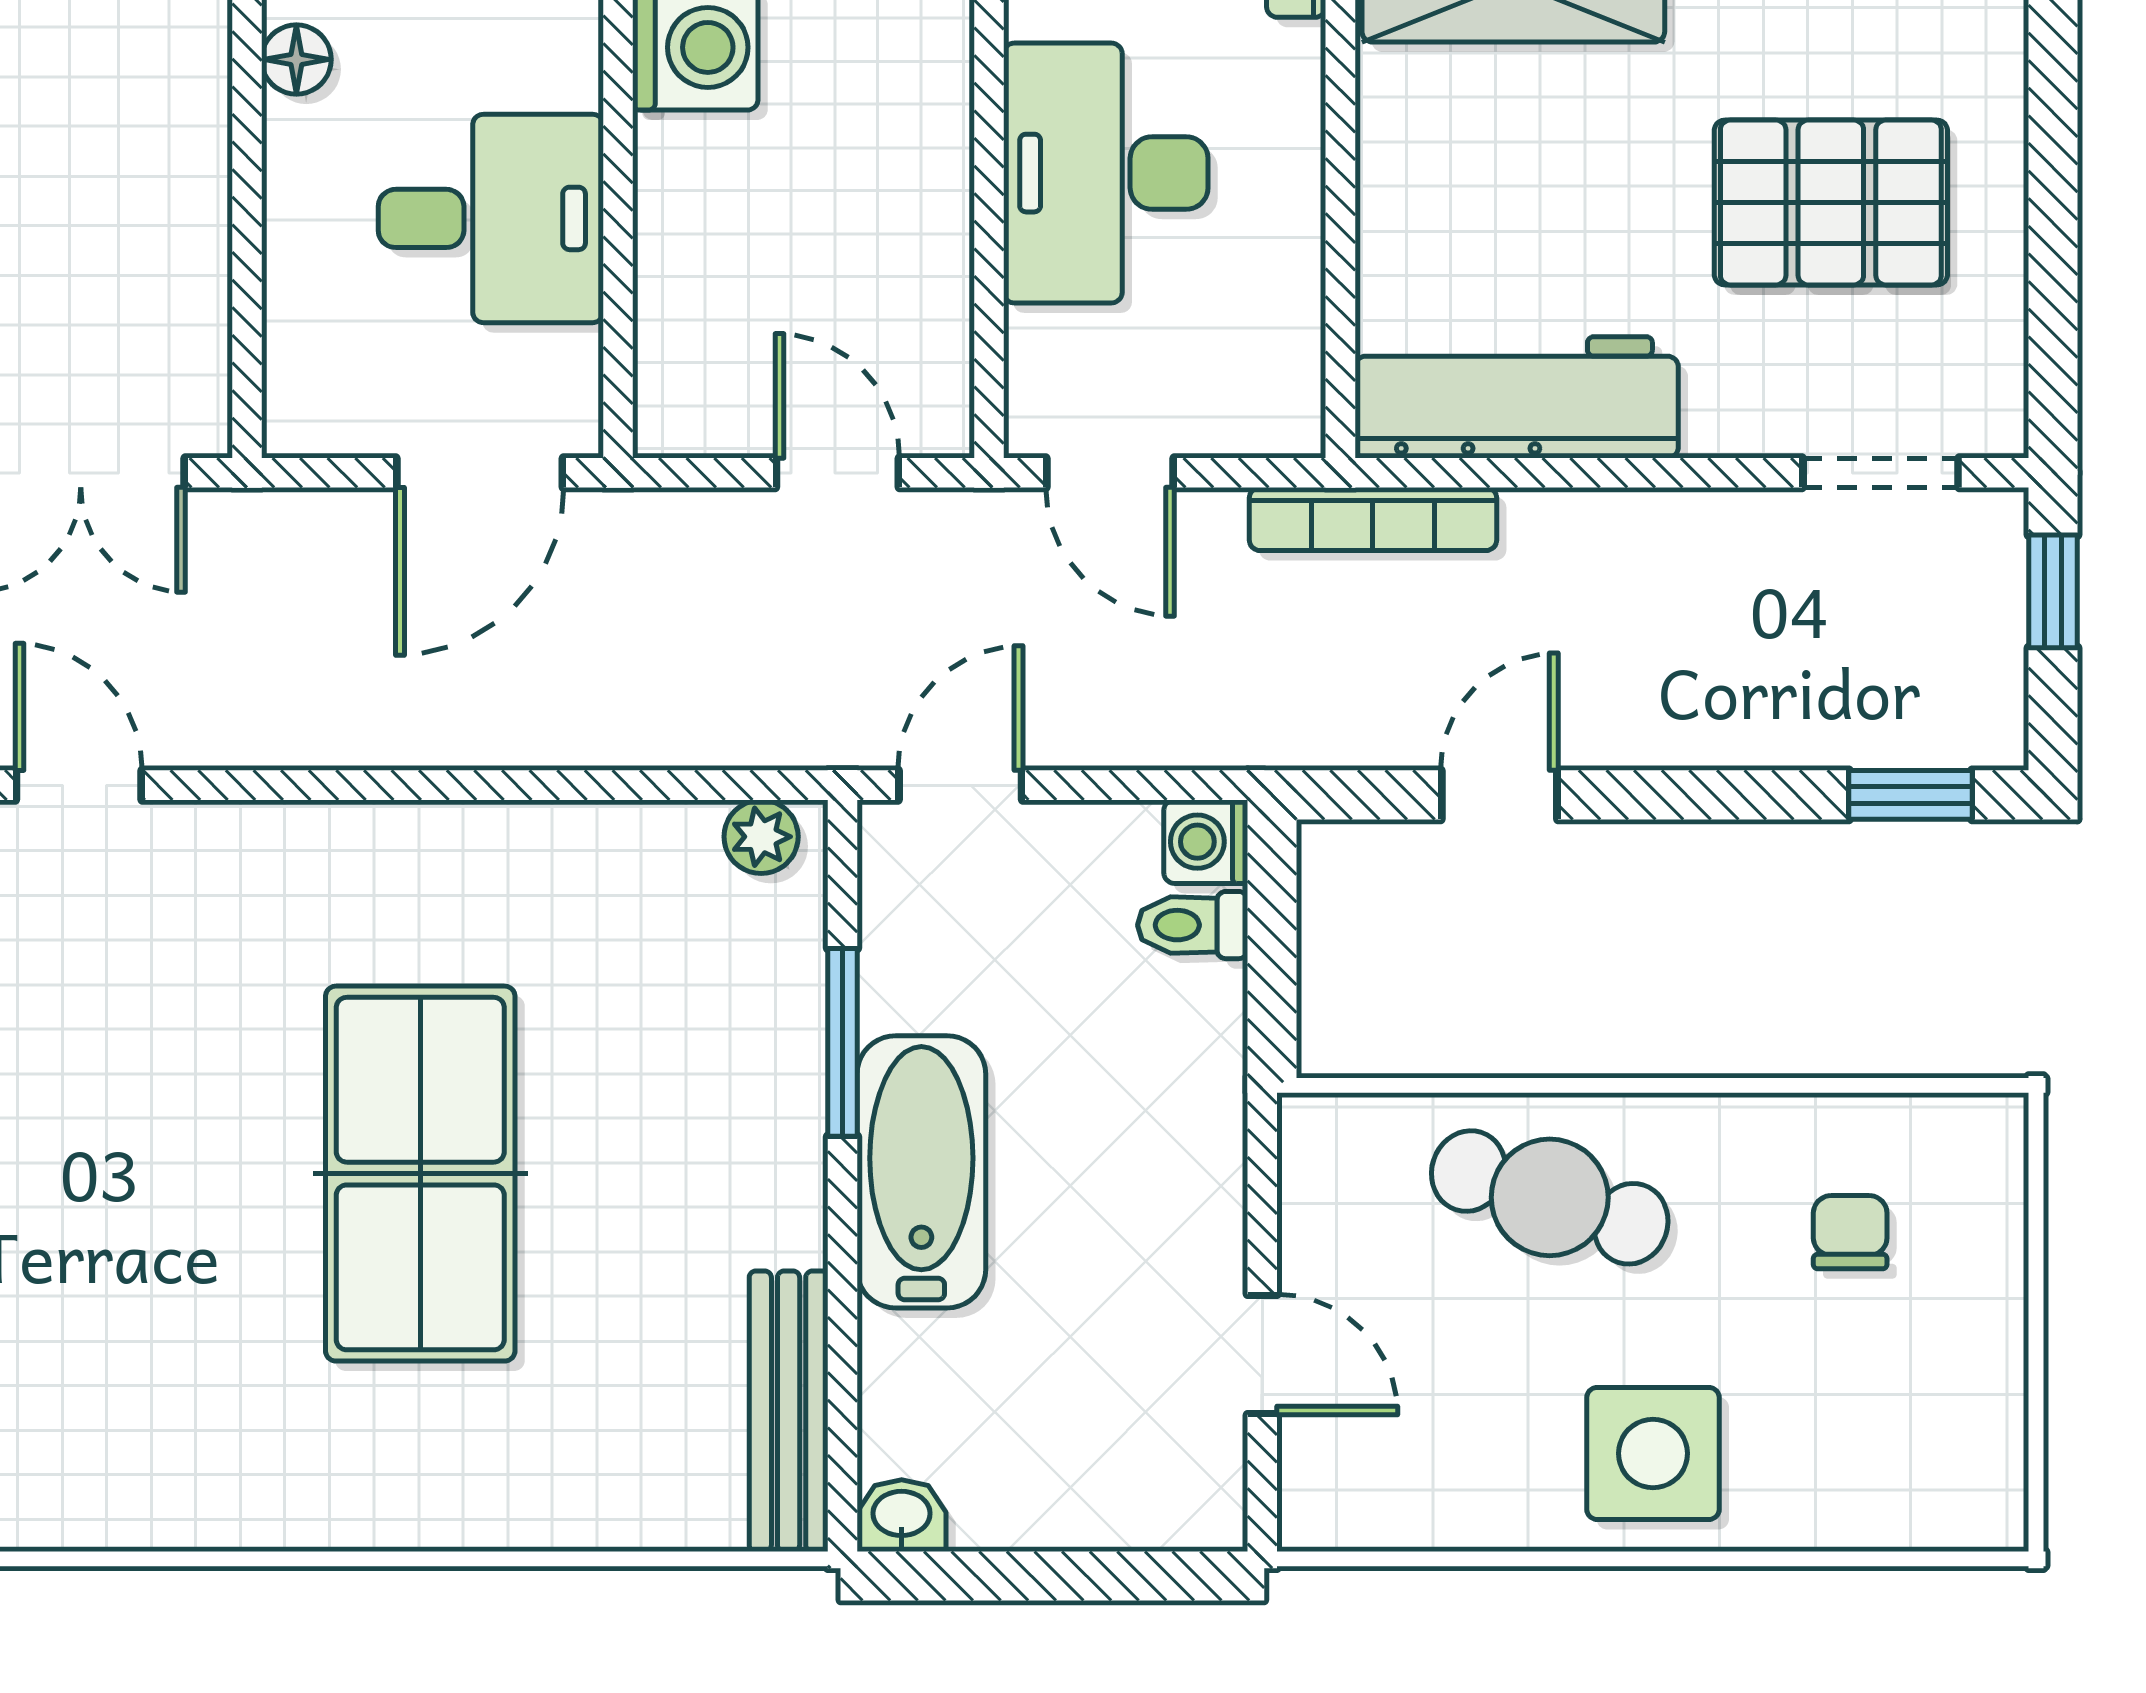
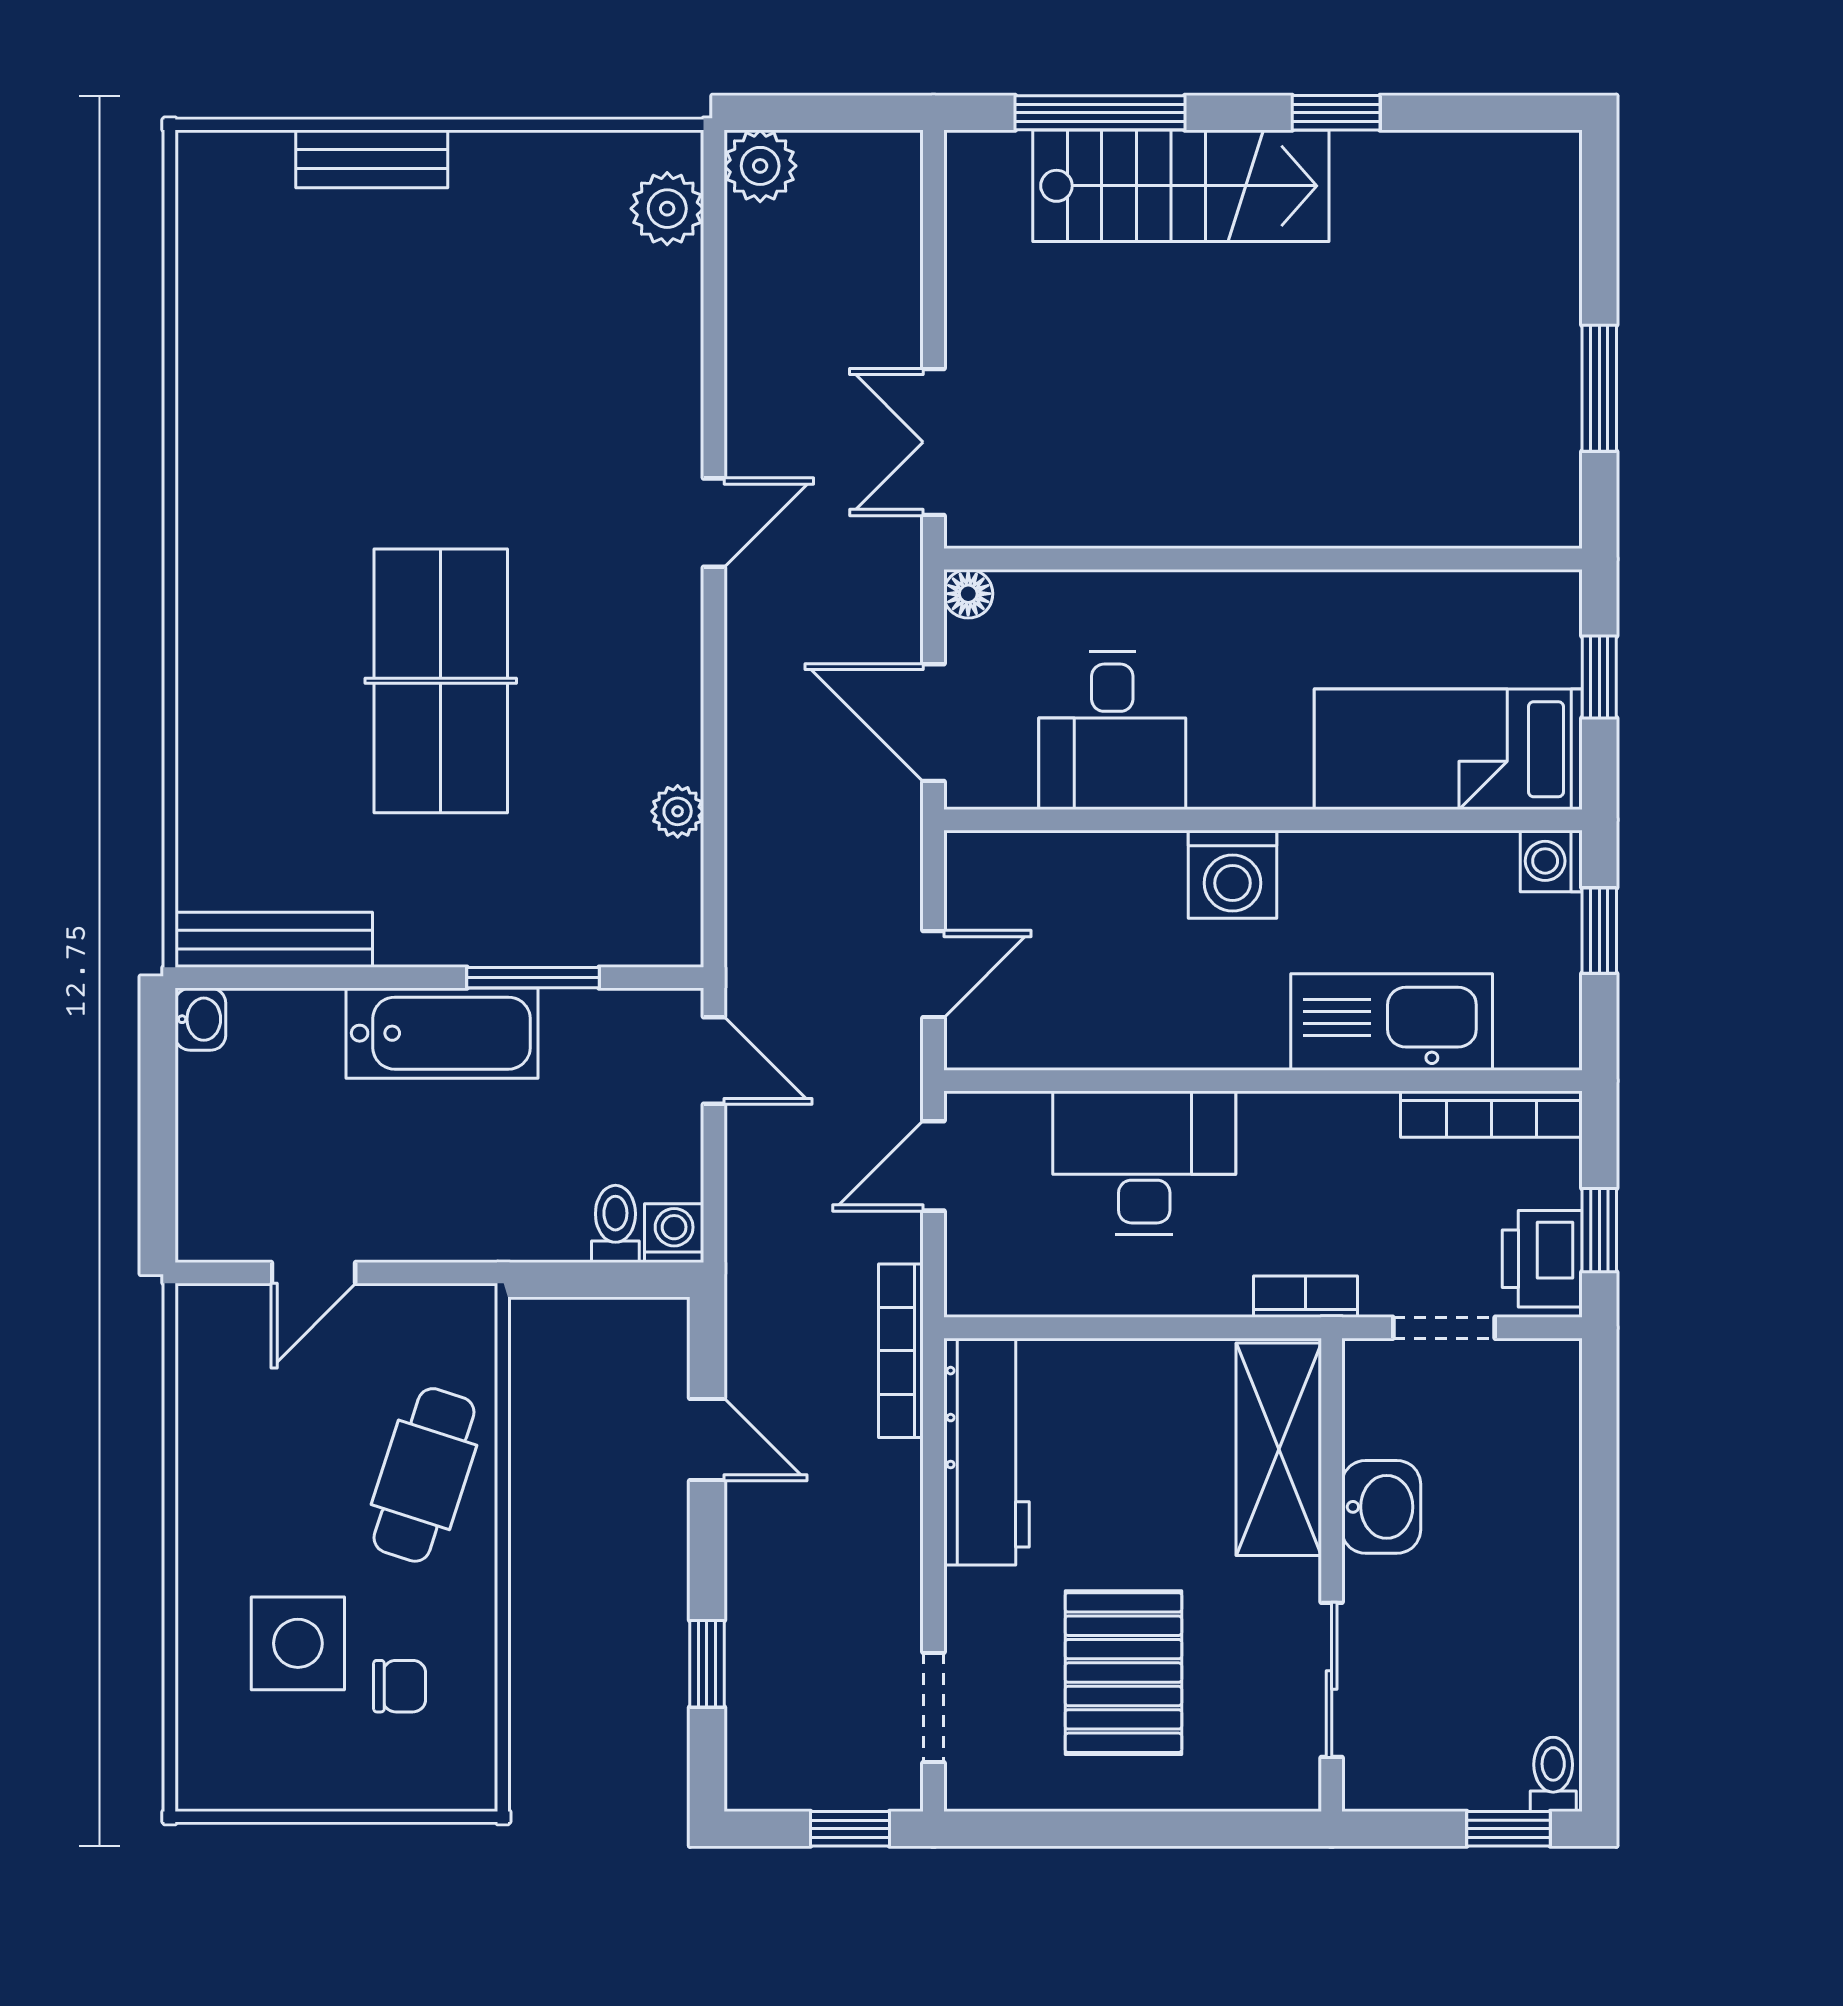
floor lamp: (296, 59) -> (968, 594), moved
door: (79, 785) -> (714, 523), moved
window: (1910, 795) -> (707, 1664), moved
plant: (761, 837) -> (678, 811), moved
table tennis table: (420, 1174) -> (441, 681), turned 90
side table: (1653, 1453) -> (298, 1643), moved

